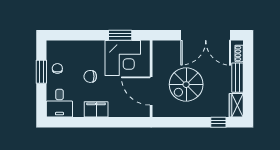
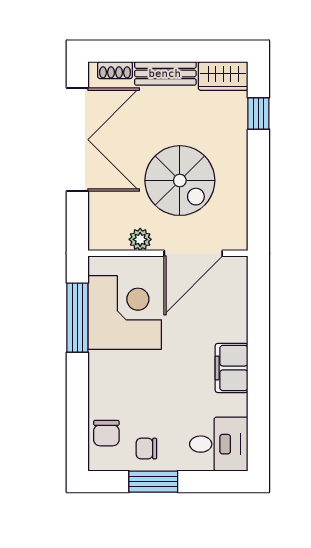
window: (120, 35) -> (77, 318), width x1.44
plant: (158, 65) -> (140, 239), added
chair: (90, 76) -> (106, 433), moved

